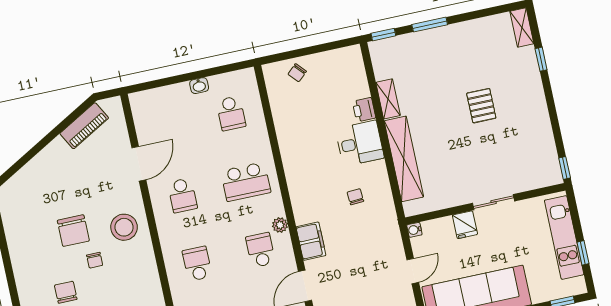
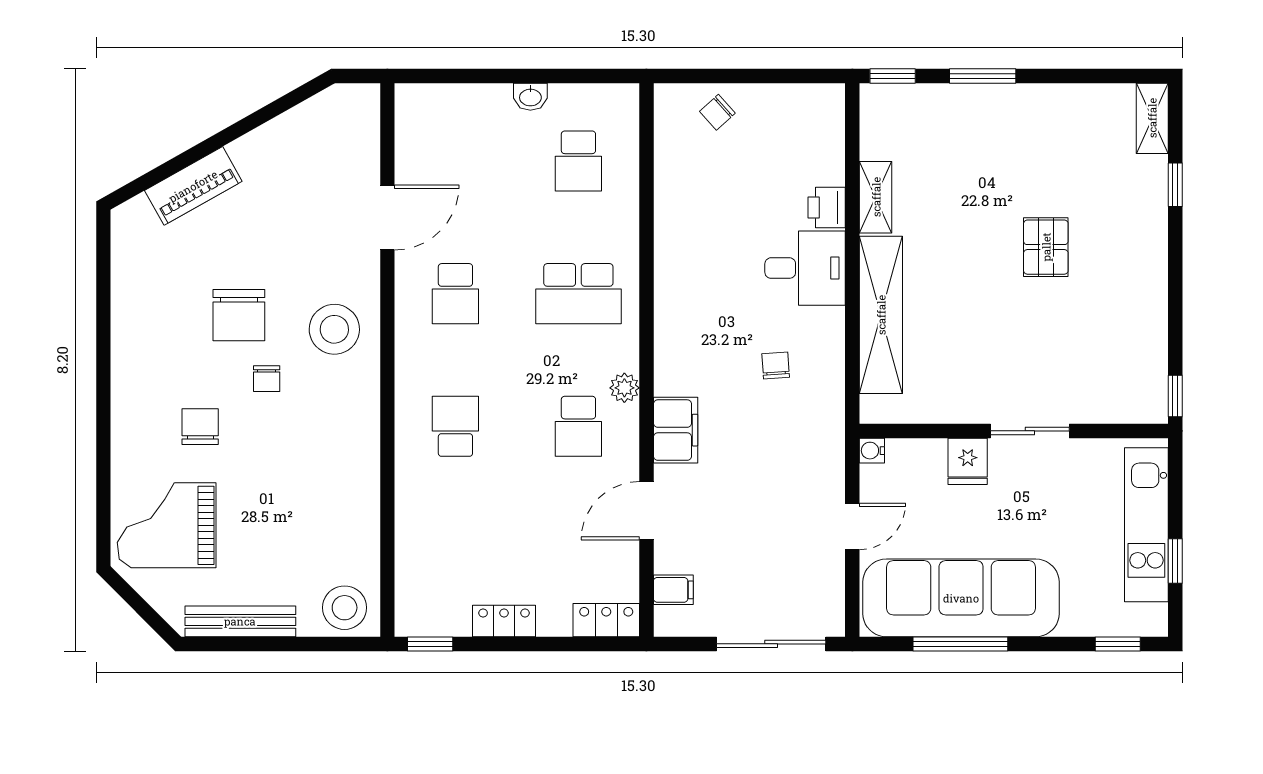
piano: (84, 126) -> (193, 186), moved
school desk: (261, 250) -> (578, 426), turned 180

